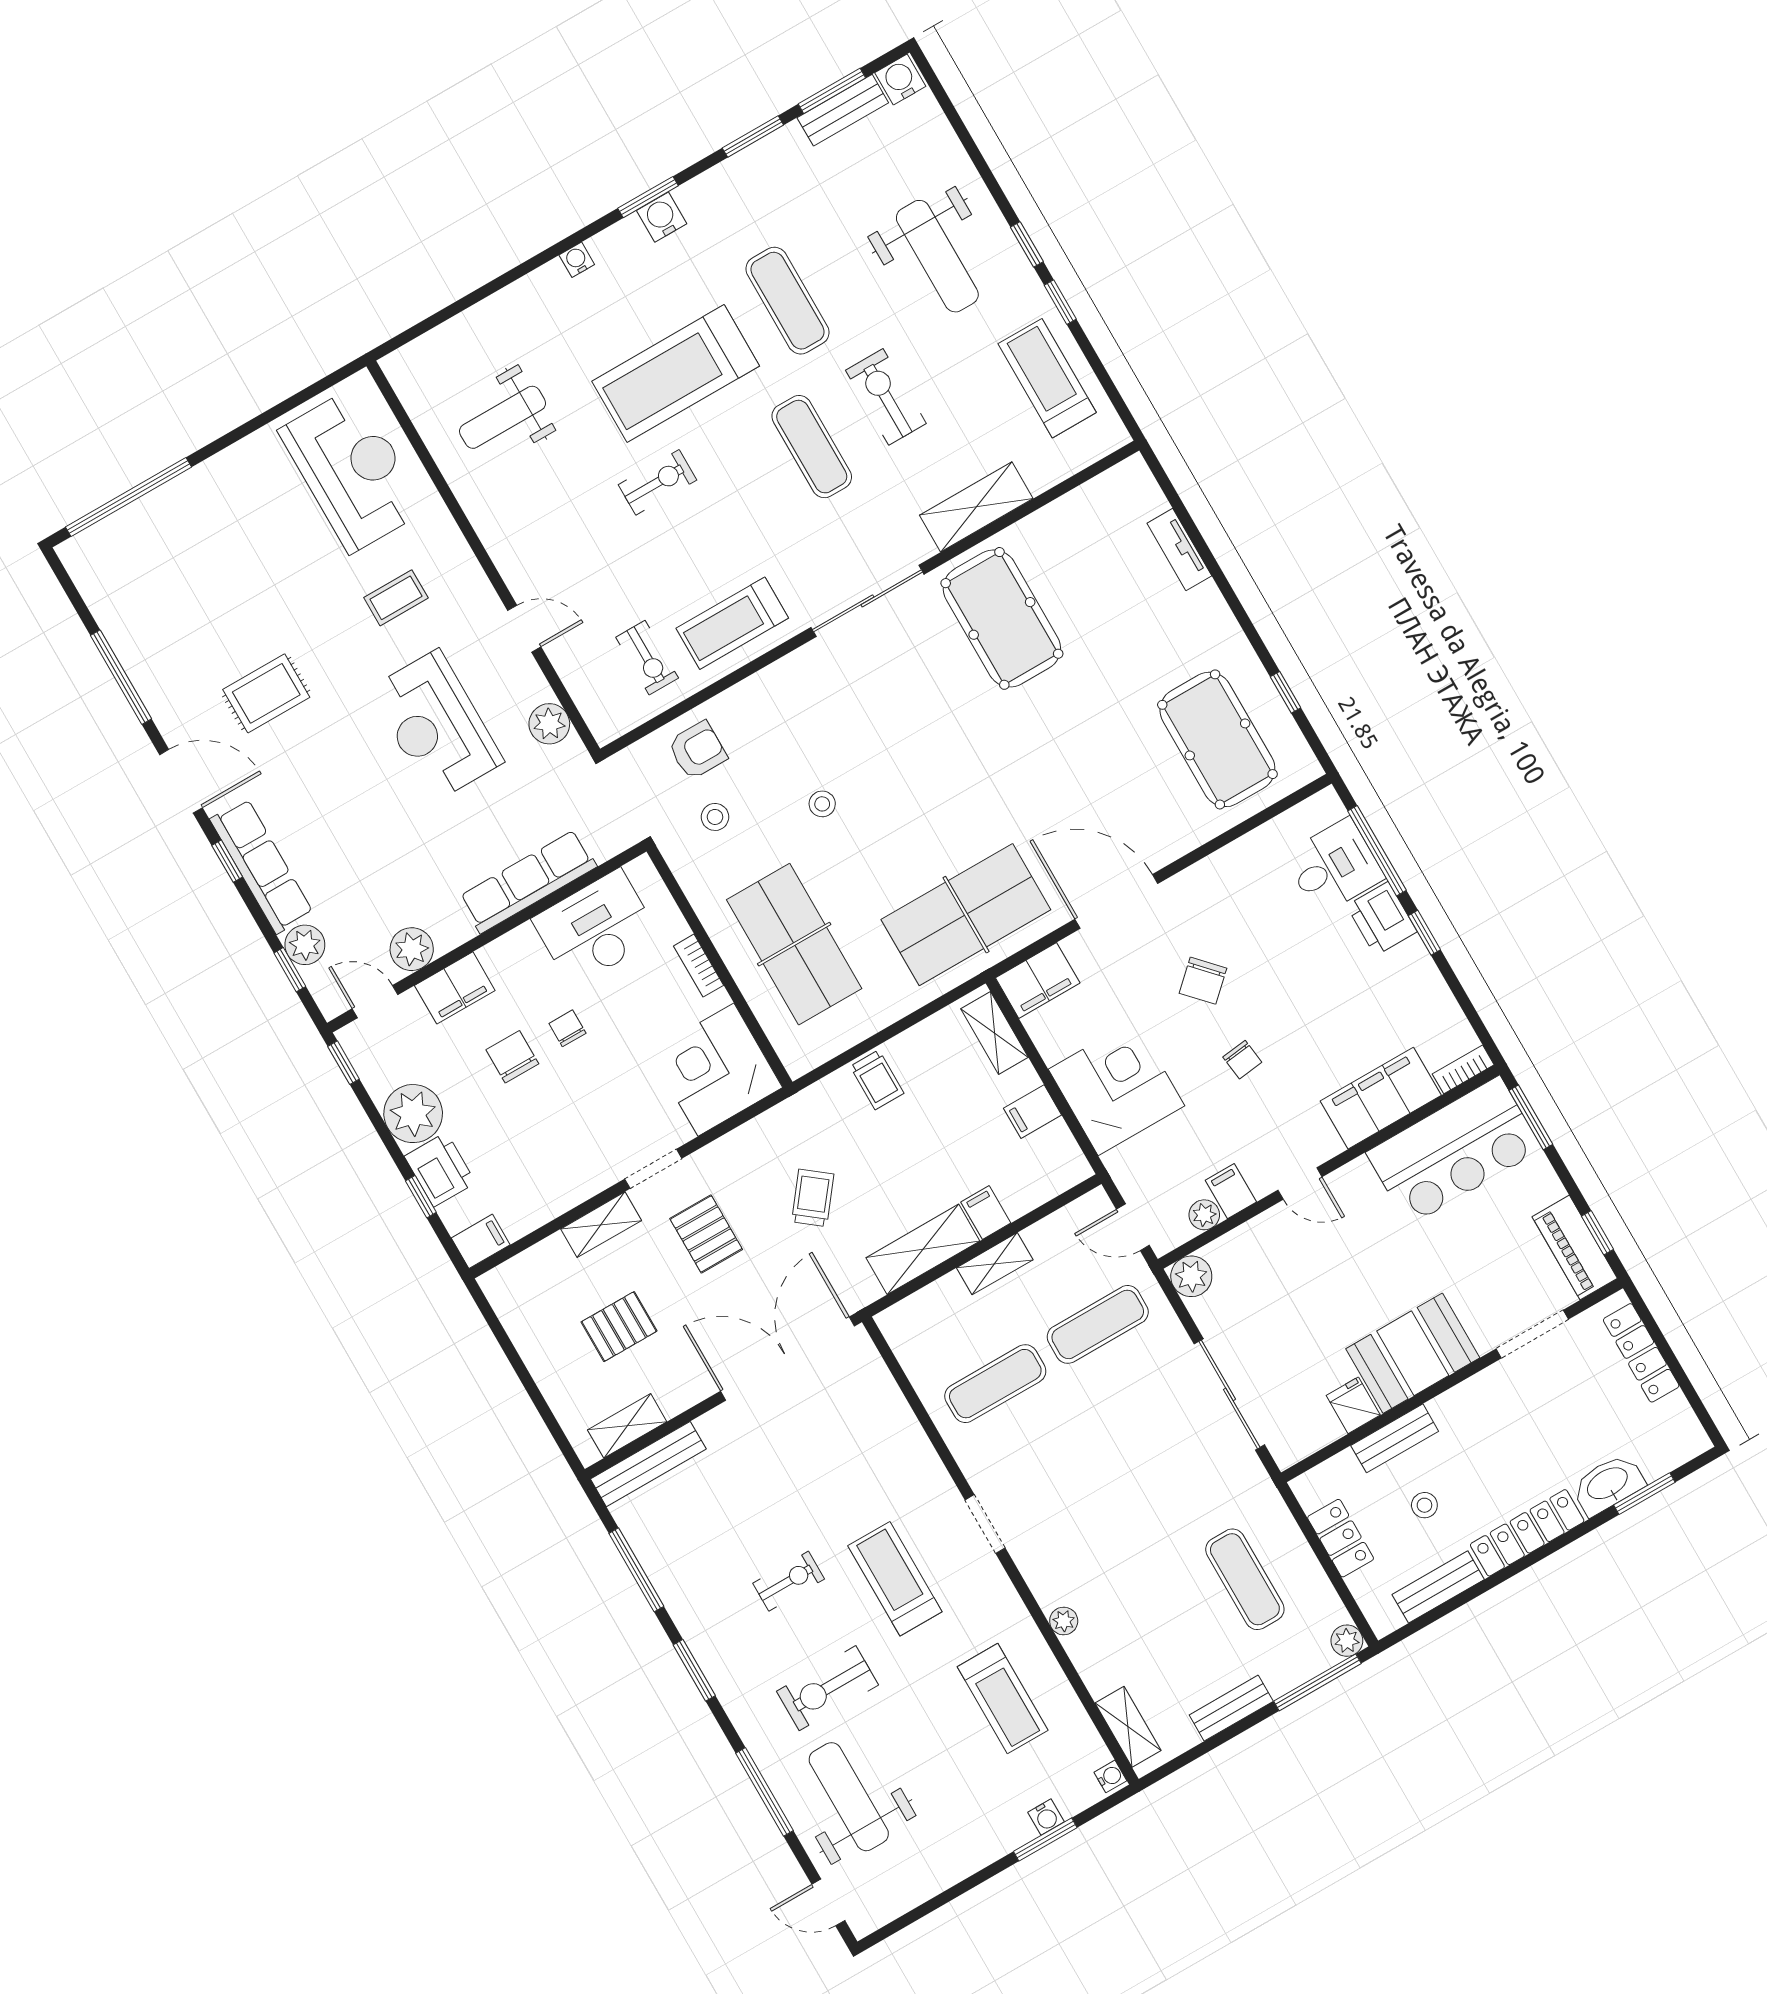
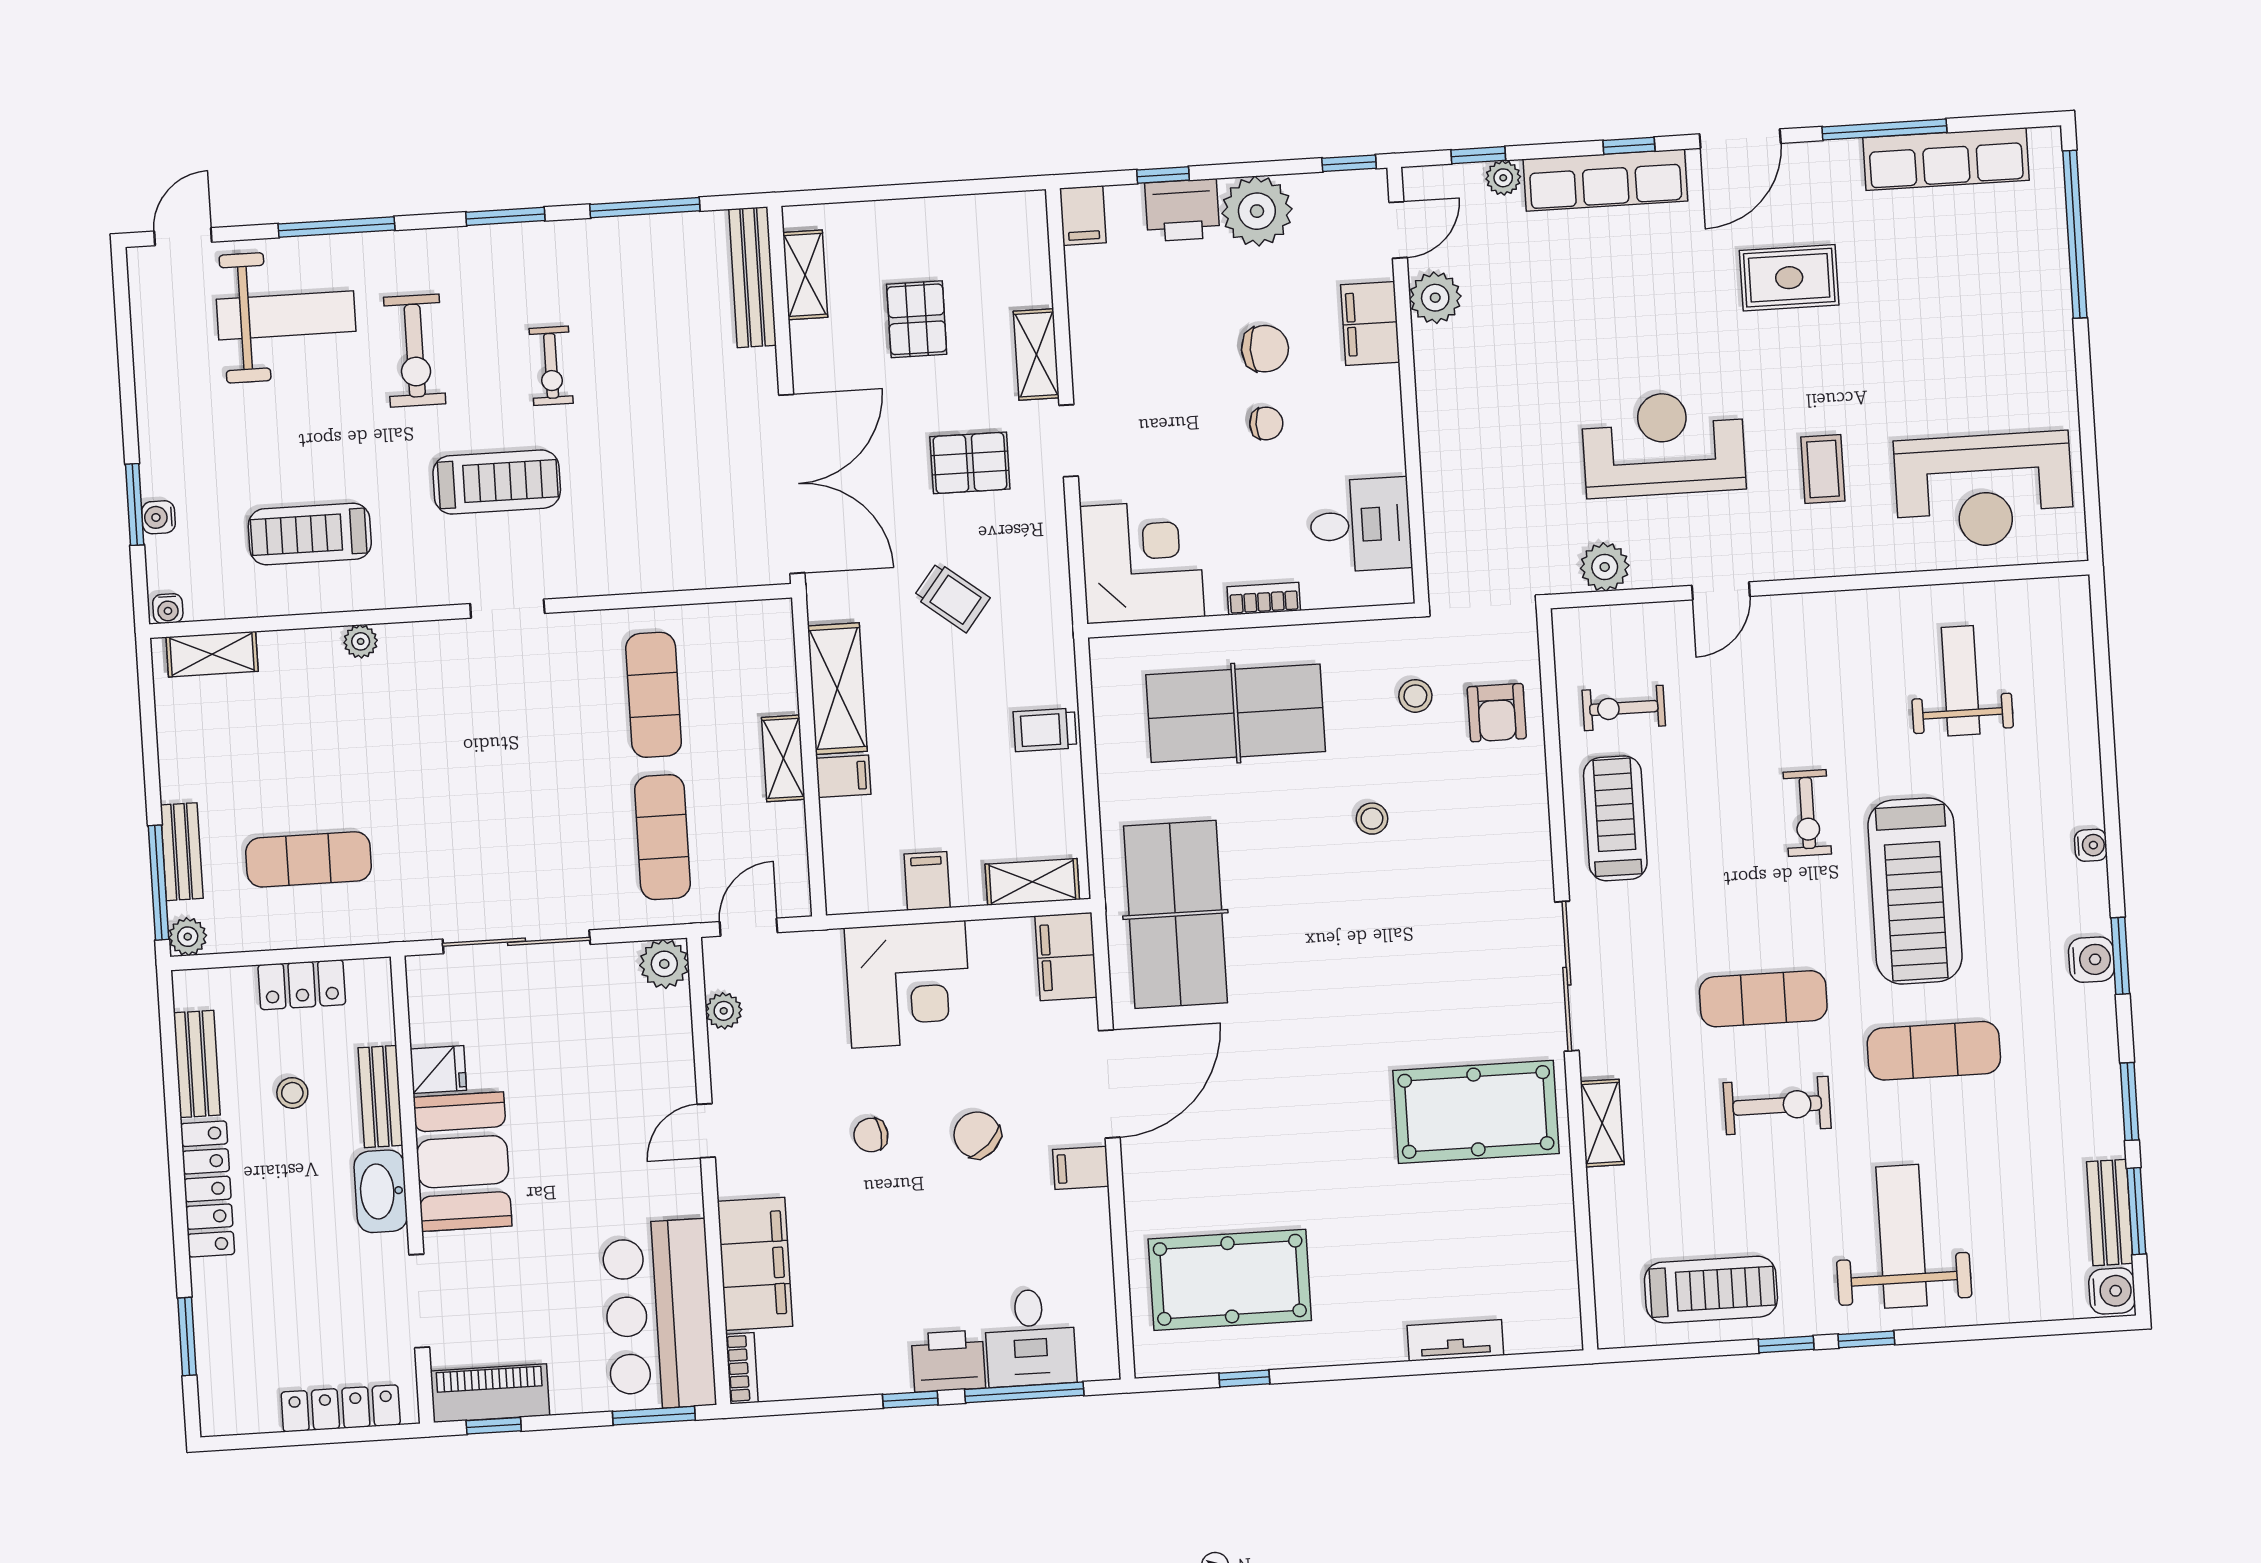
weight bench: (937, 256) -> (1902, 1236), turned 90
treadmill: (676, 374) -> (1915, 891), turned 180
shelving: (976, 507) -> (1602, 1123), width x0.67, depth x0.75
rug: (266, 693) -> (1789, 278), turned 90
row of seats: (528, 882) -> (1946, 159), moved, turned 90
desk: (596, 928) -> (1360, 525), width x0.73
plant: (305, 945) -> (1503, 178), width x0.73, depth x0.73
filing cabinet: (1231, 1191) -> (1081, 1168), moved, turned 180
washbasin: (1608, 1484) -> (381, 1191), moved, turned 180
exercise bike: (828, 1688) -> (415, 351), turned 180
bench: (1231, 1708) -> (182, 852), moved

